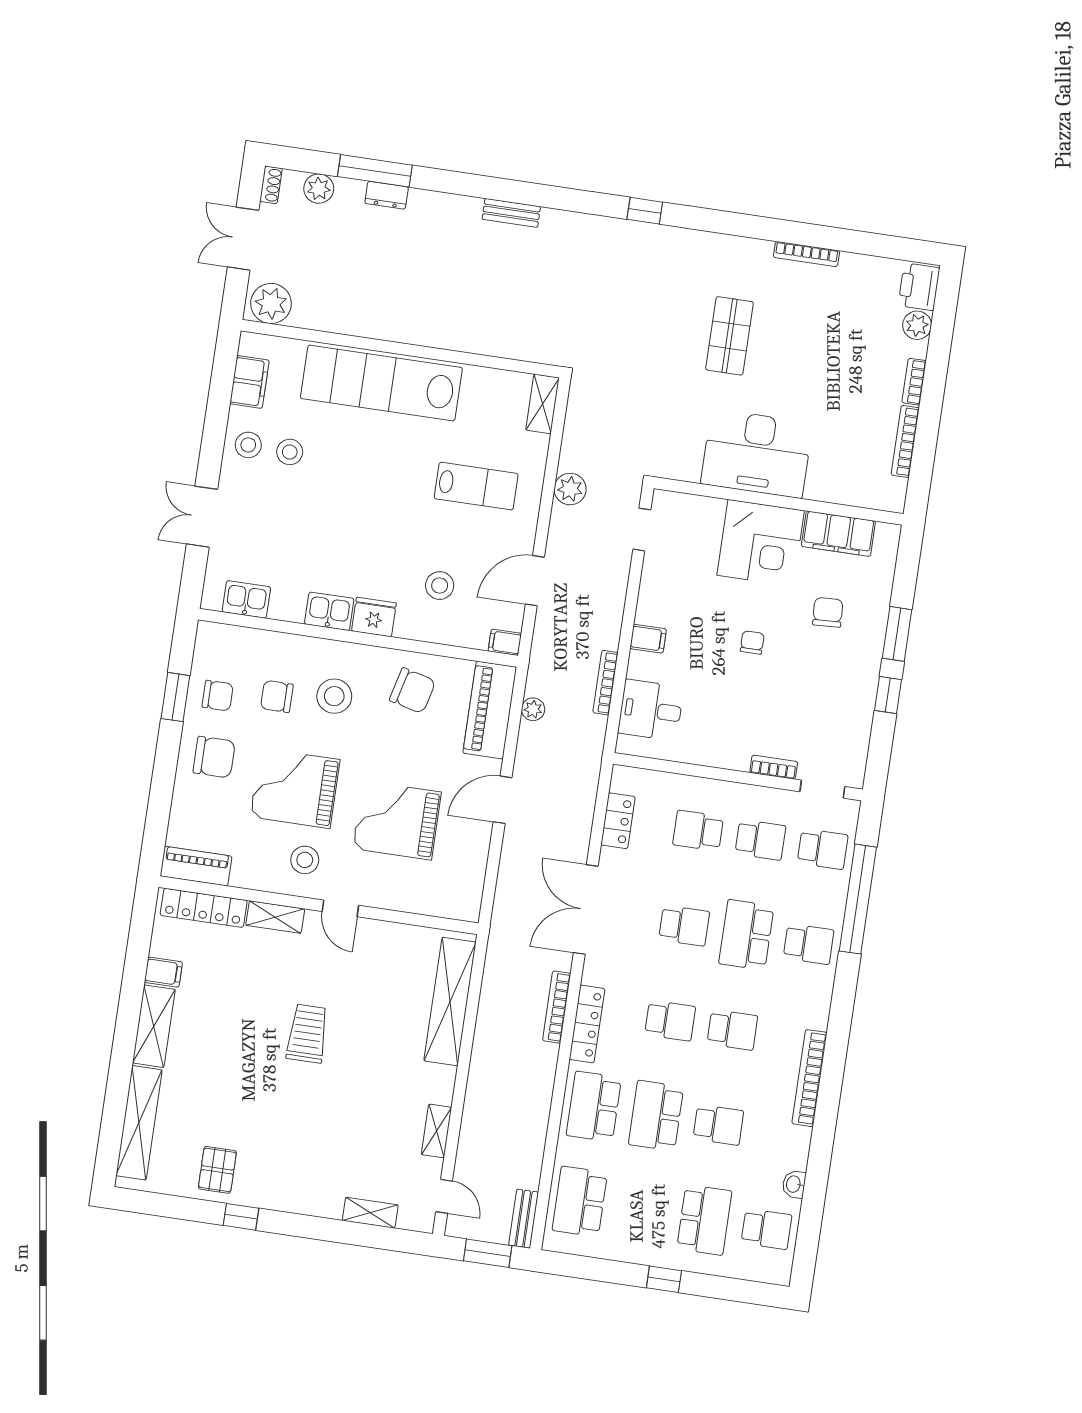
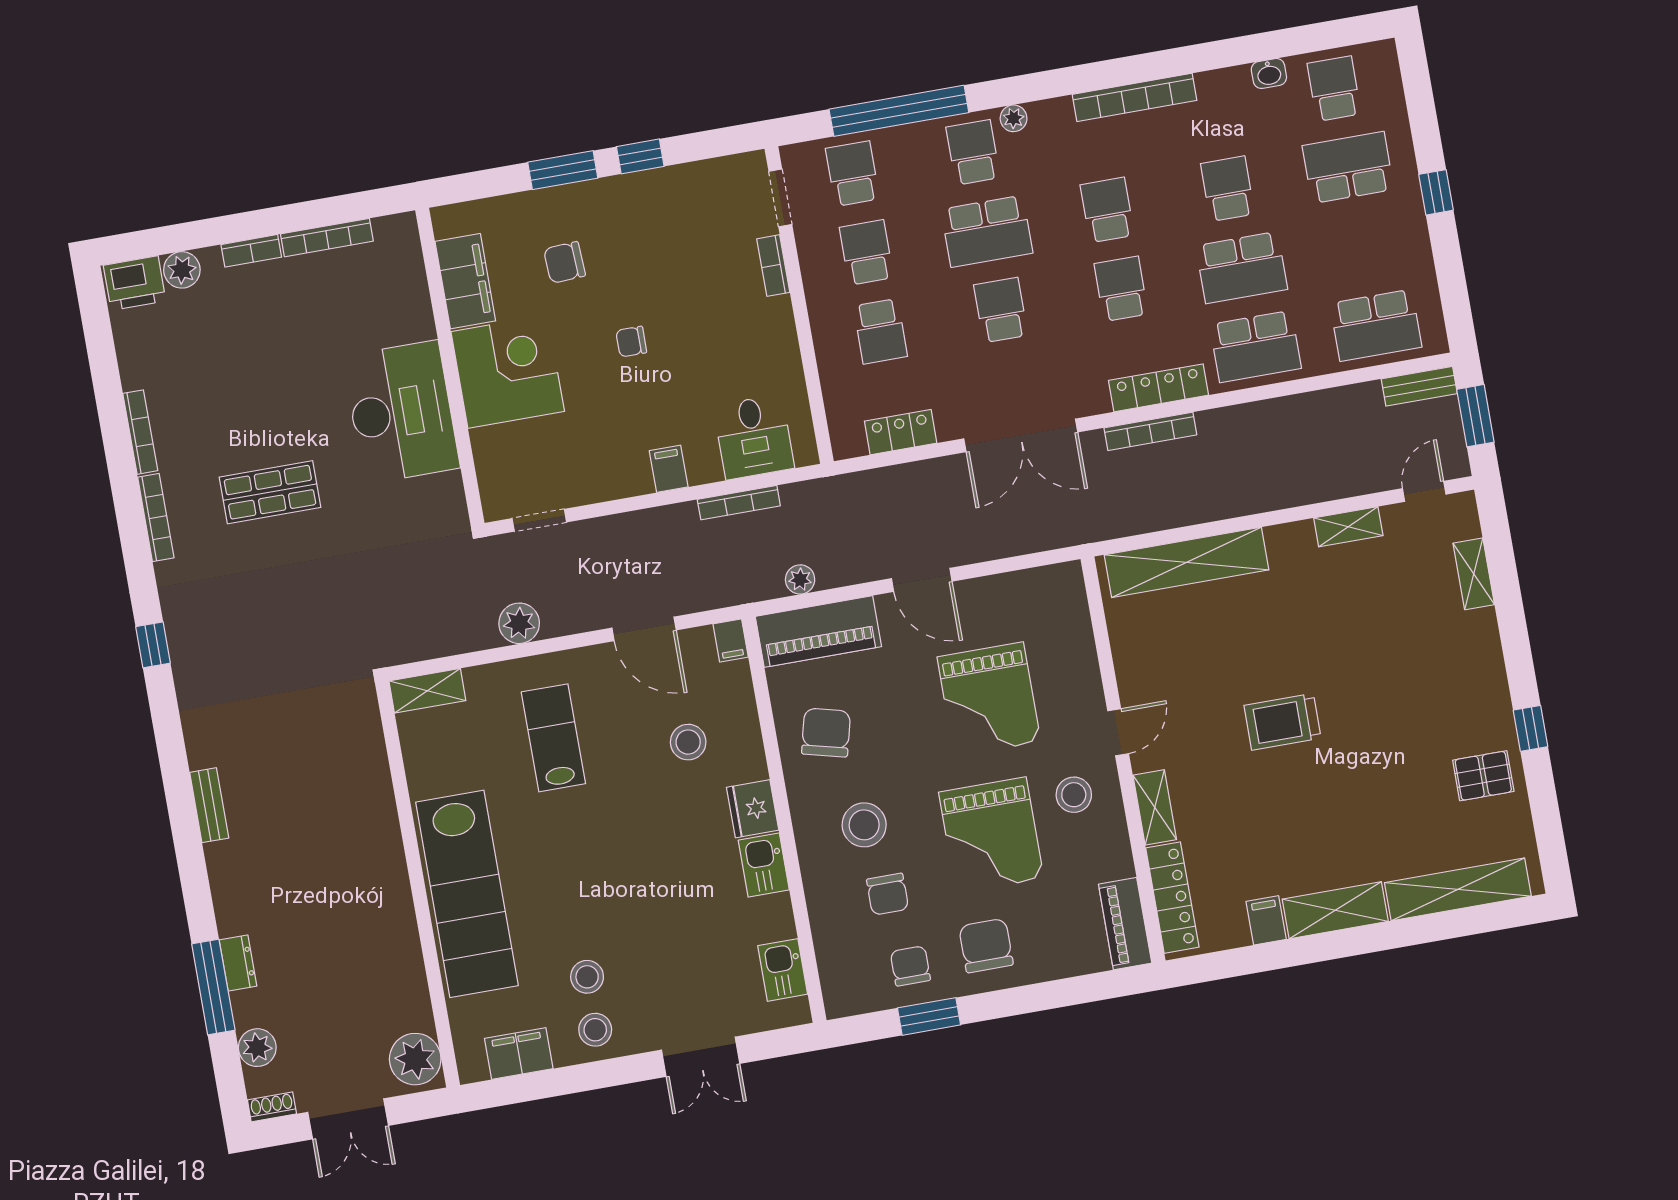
bookcase: (739, 244) -> (156, 517), added
plant: (824, 983) -> (1014, 118), added

